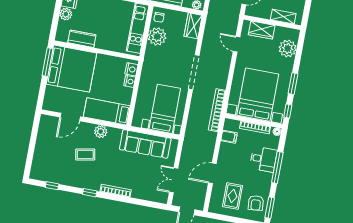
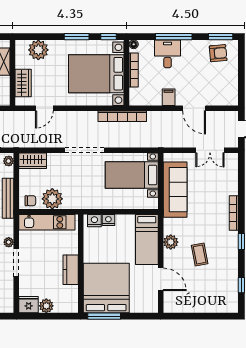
kitchen counter: (82, 39) -> (71, 270), moved
filing cabinet: (229, 137) -> (169, 97), moved
rug: (233, 196) -> (215, 81), removed

